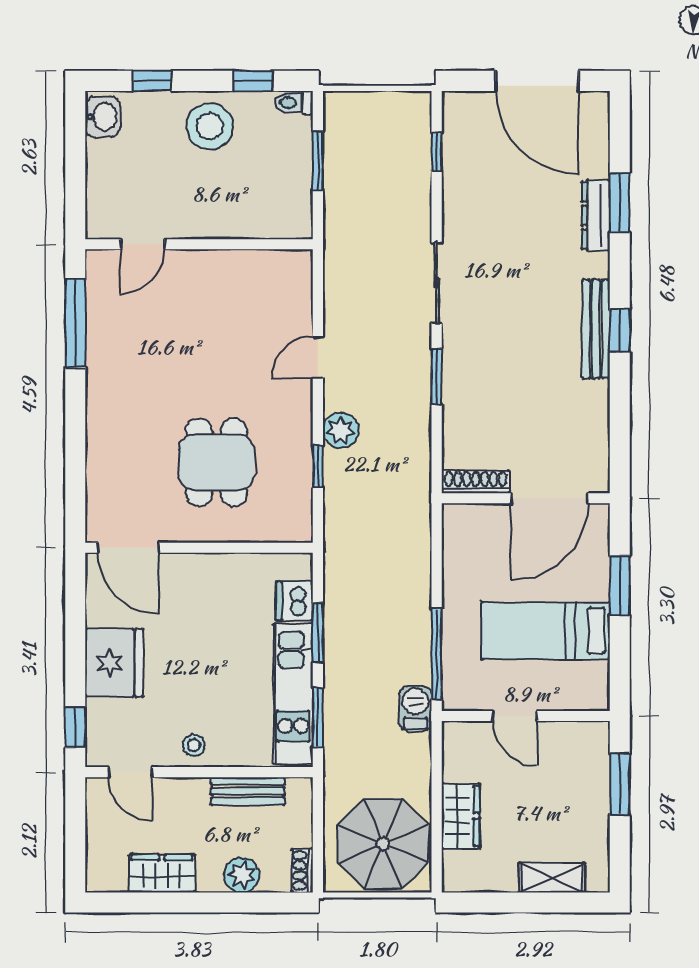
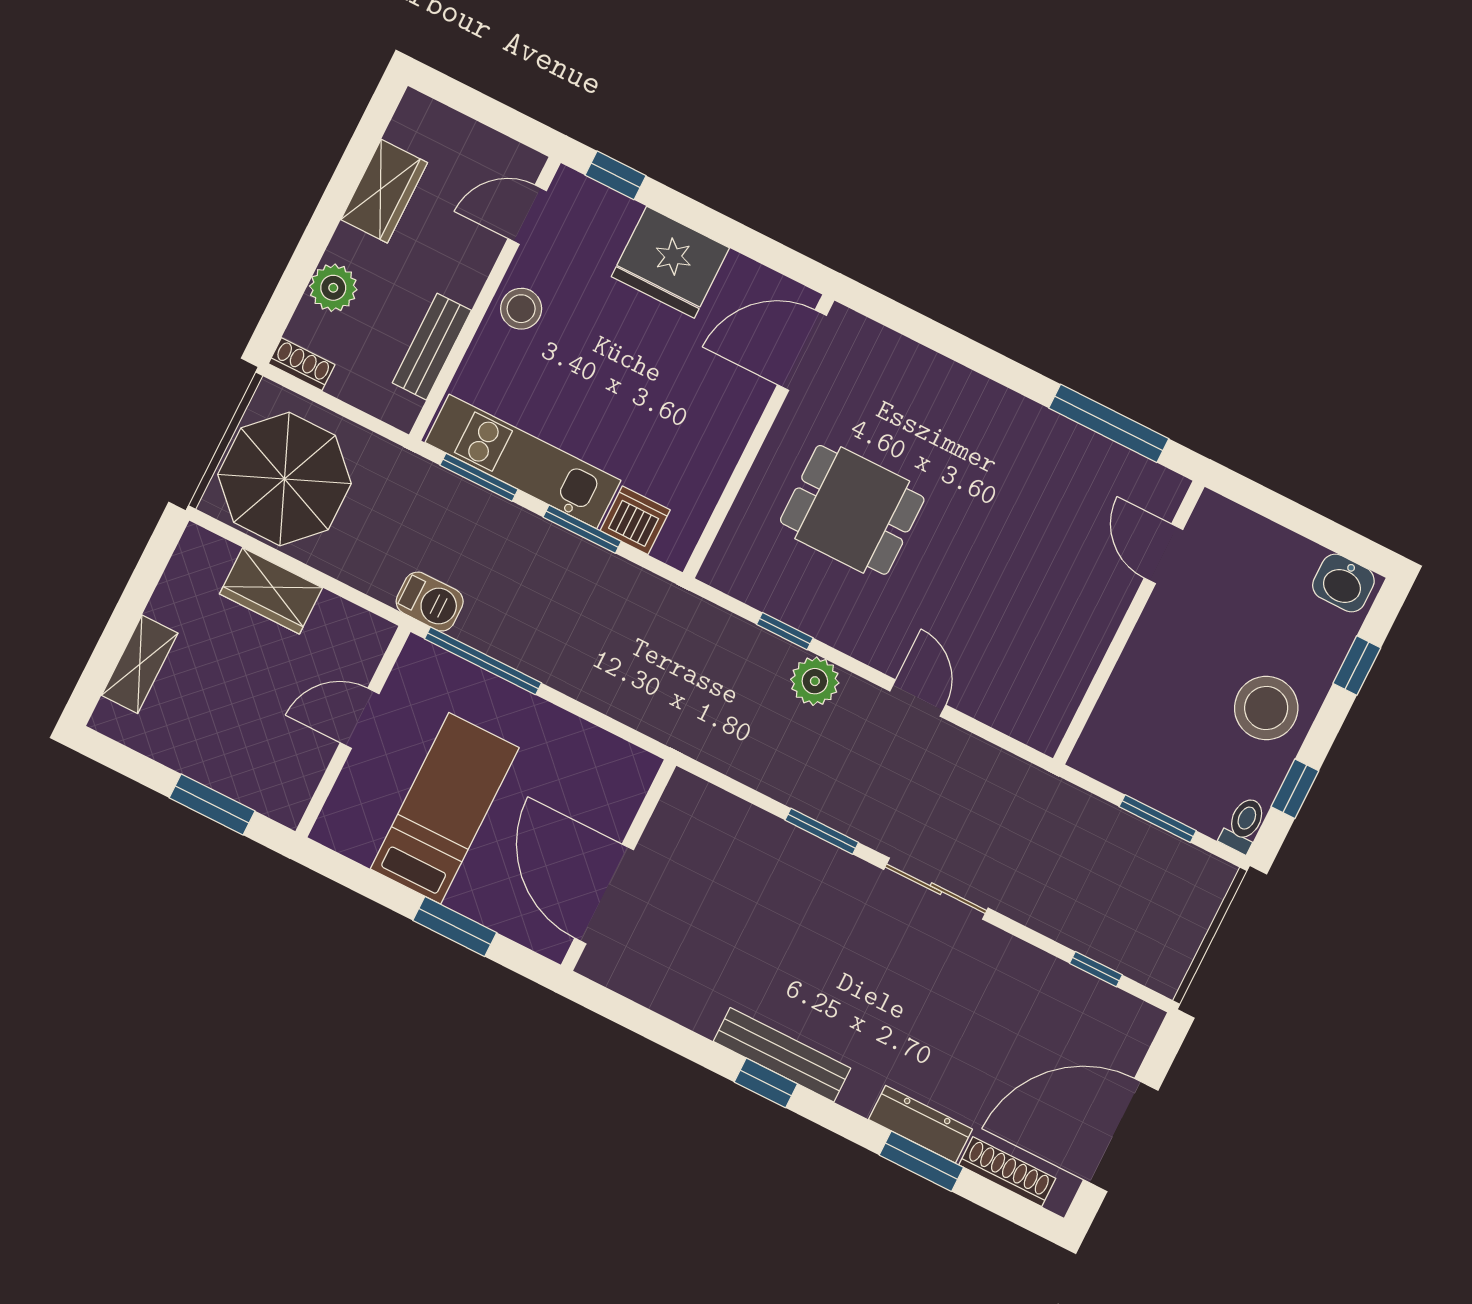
shoe rack: (476, 482) -> (1007, 1172), moved, turned -90
stool: (194, 745) -> (521, 309), width x1.37, depth x1.37

